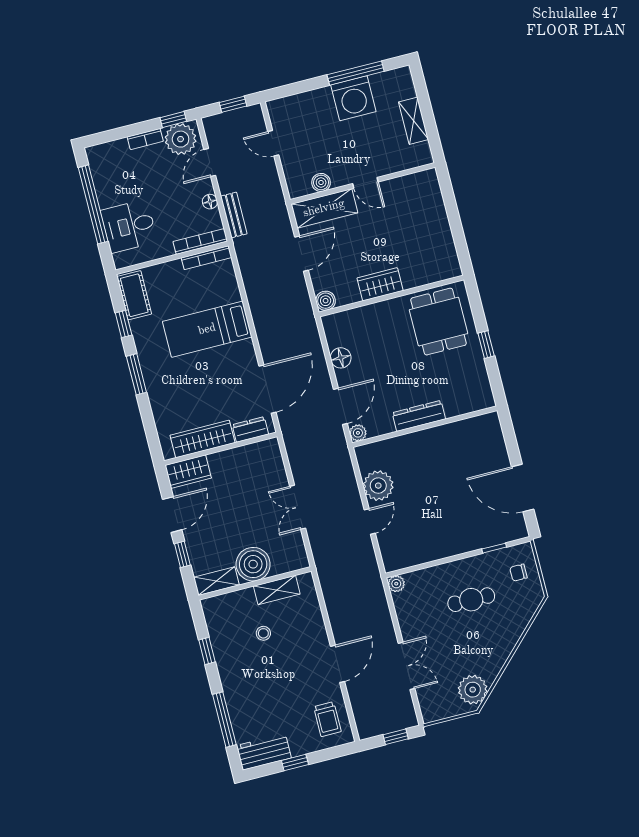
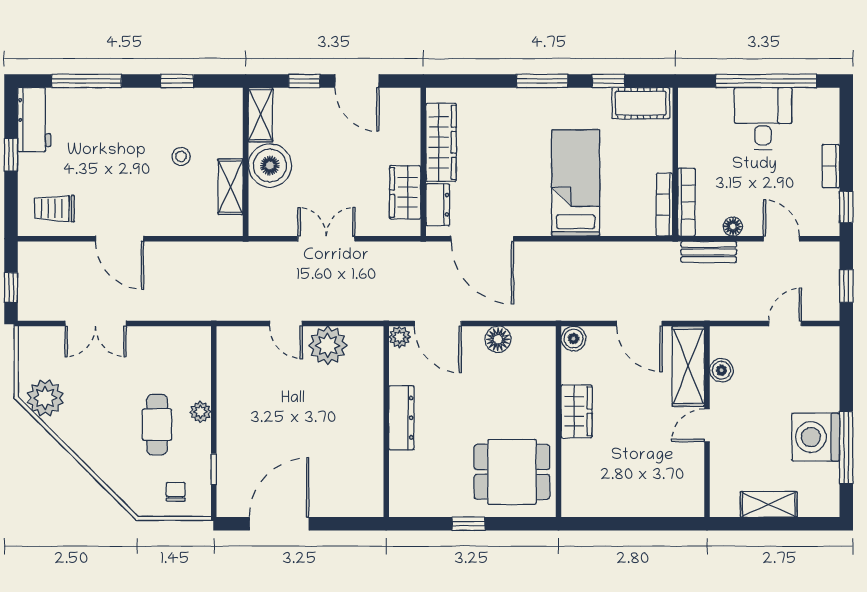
plant: (181, 139) -> (820, 210), removed
desk: (129, 226) -> (763, 119), moved
wardrobe: (188, 472) -> (405, 192), moved
plant: (396, 584) -> (201, 412), moved

